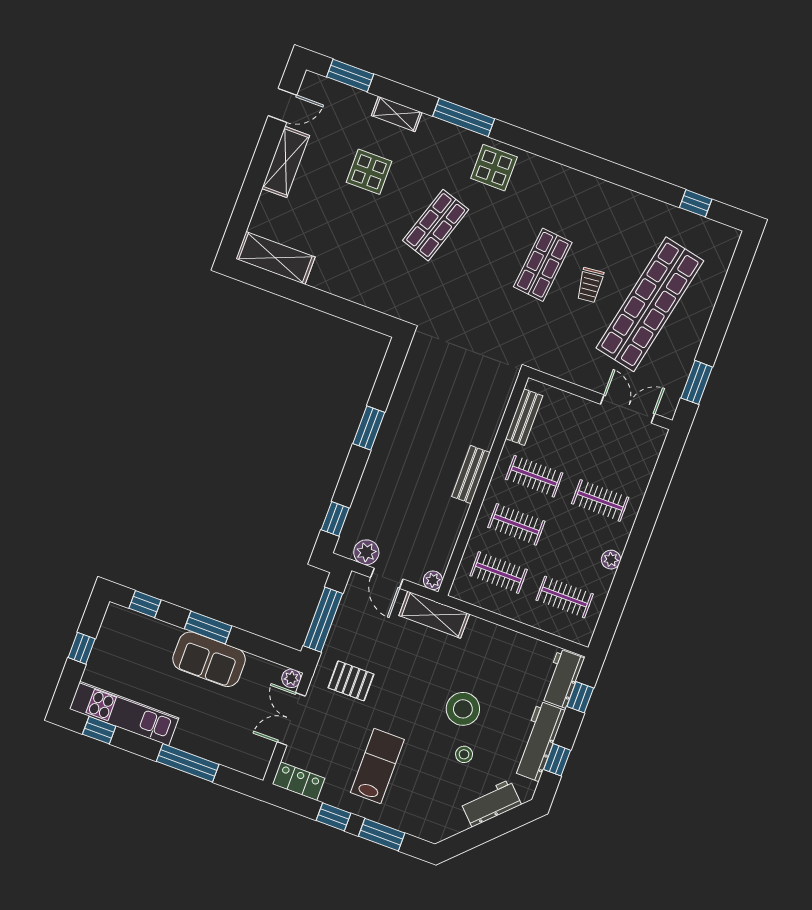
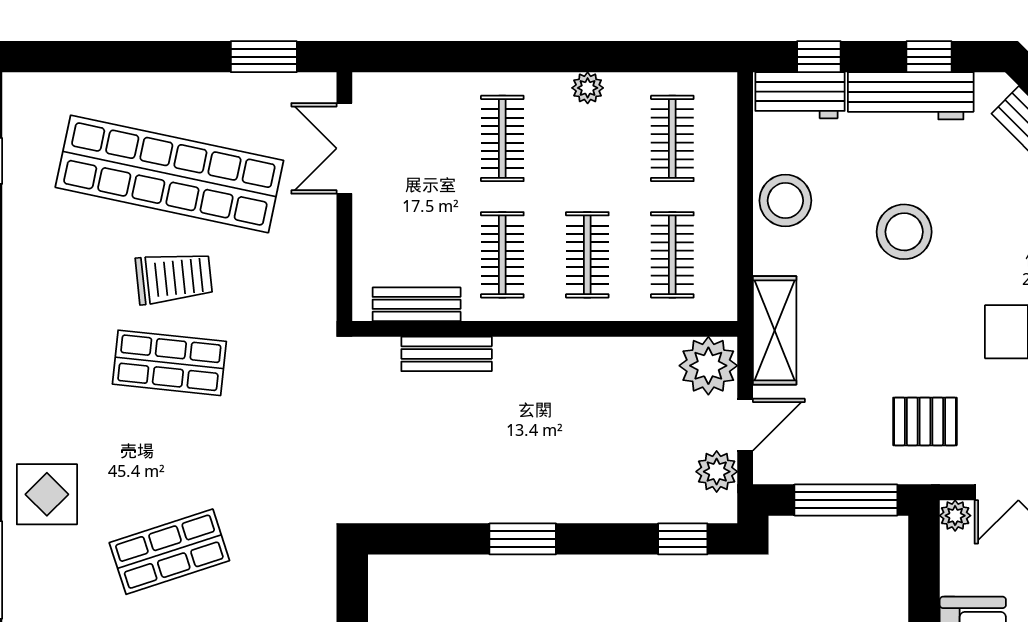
shop shelf: (436, 225) -> (169, 552), turned -36
trolley: (590, 285) -> (174, 278), width x1.36, depth x1.39
bench: (471, 475) -> (447, 354), moved
plant: (433, 580) -> (708, 366), width x1.87, depth x1.87
pallet: (351, 681) -> (925, 421), turned 90
stool: (464, 754) -> (785, 201), moved, width x1.89, depth x1.89

